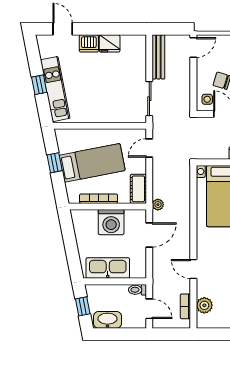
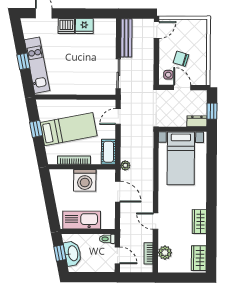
door: (149, 235) -> (118, 192), hinge flipped
washbasin: (107, 320) -> (73, 253), moved, turned 79

